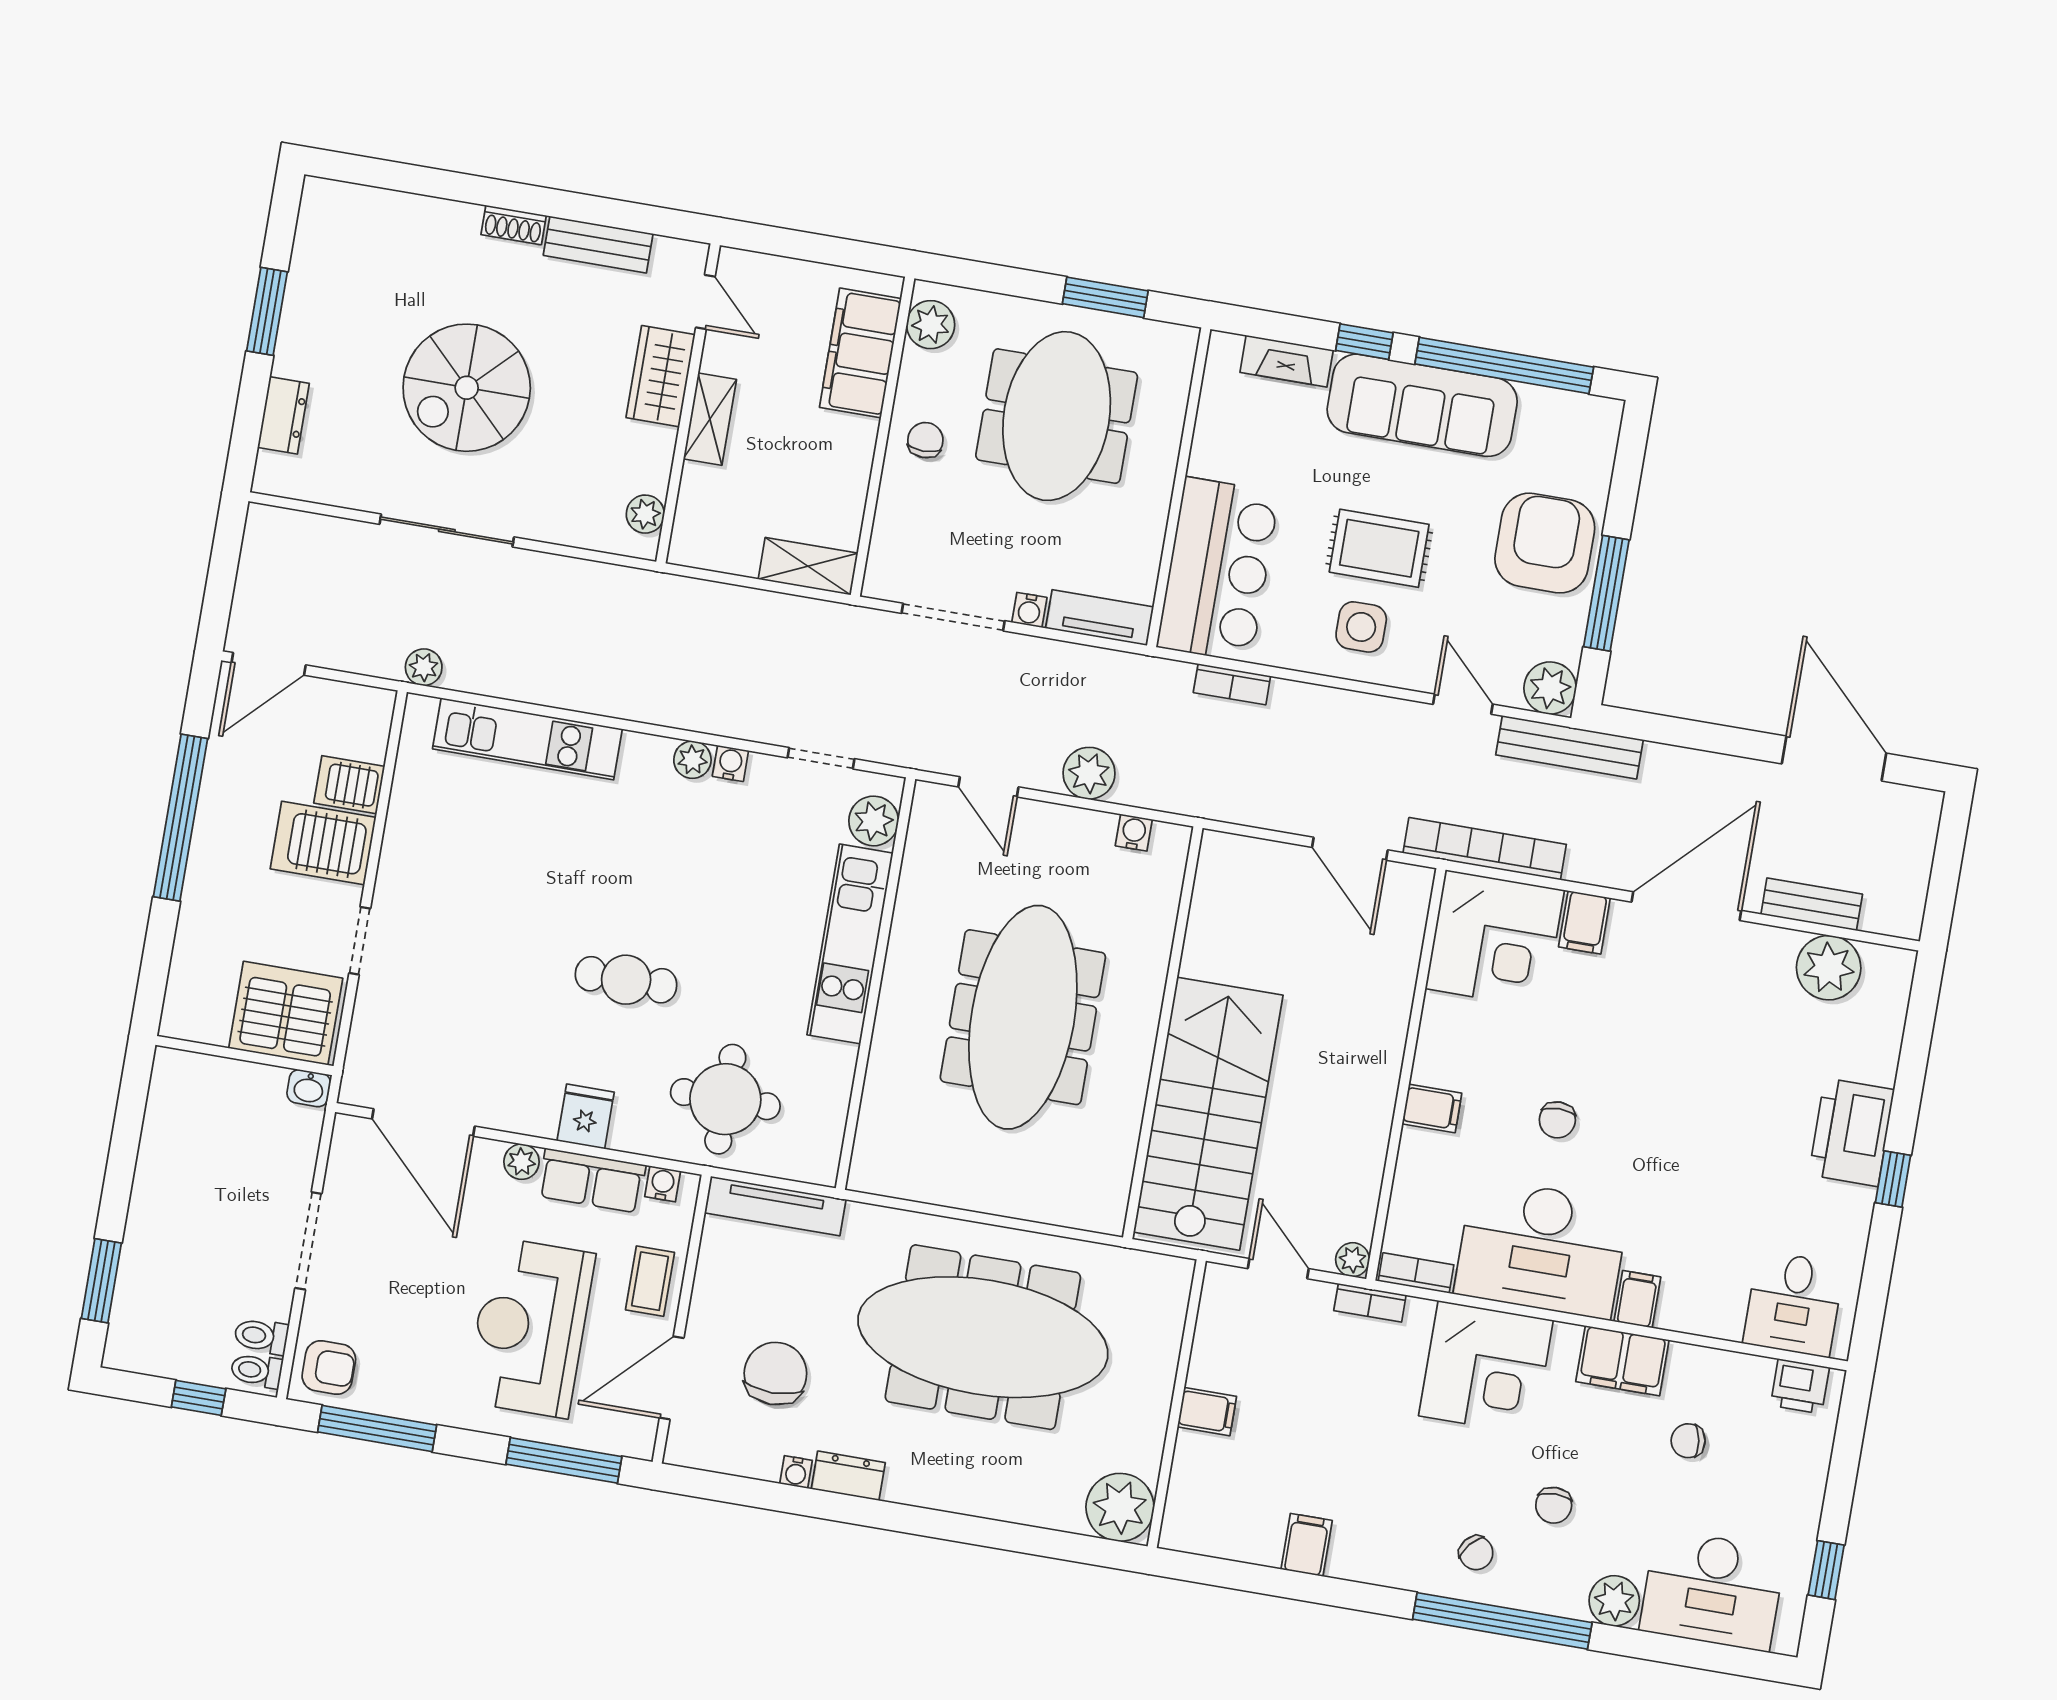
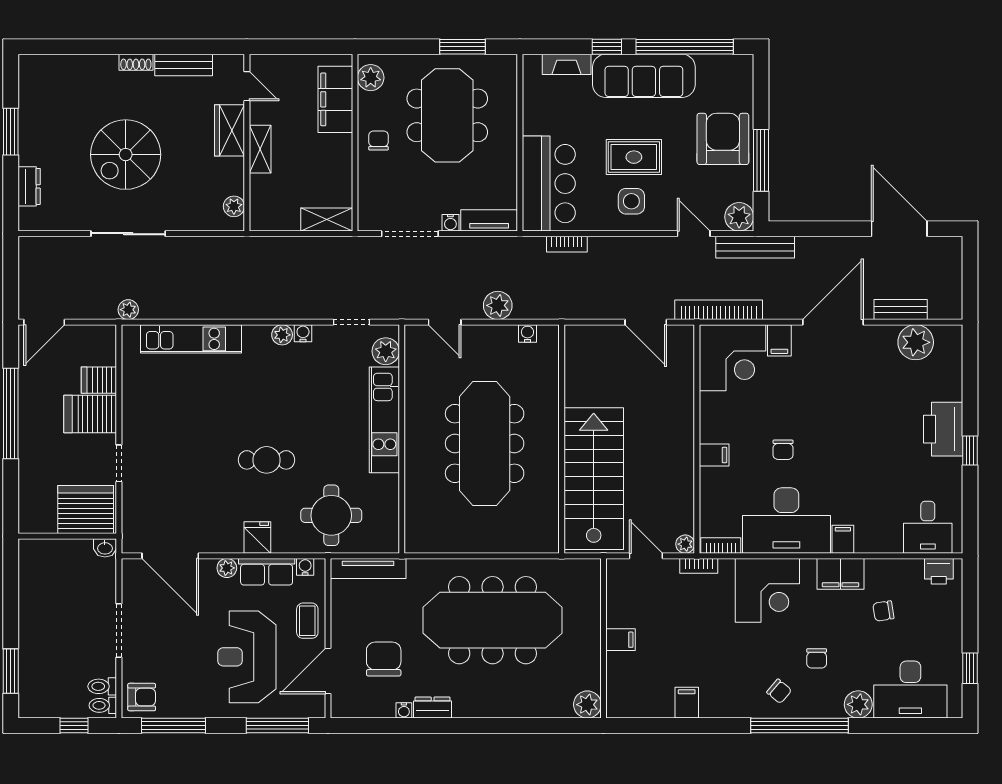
plant: (1120, 1507) -> (587, 705), width x0.73, depth x0.73

